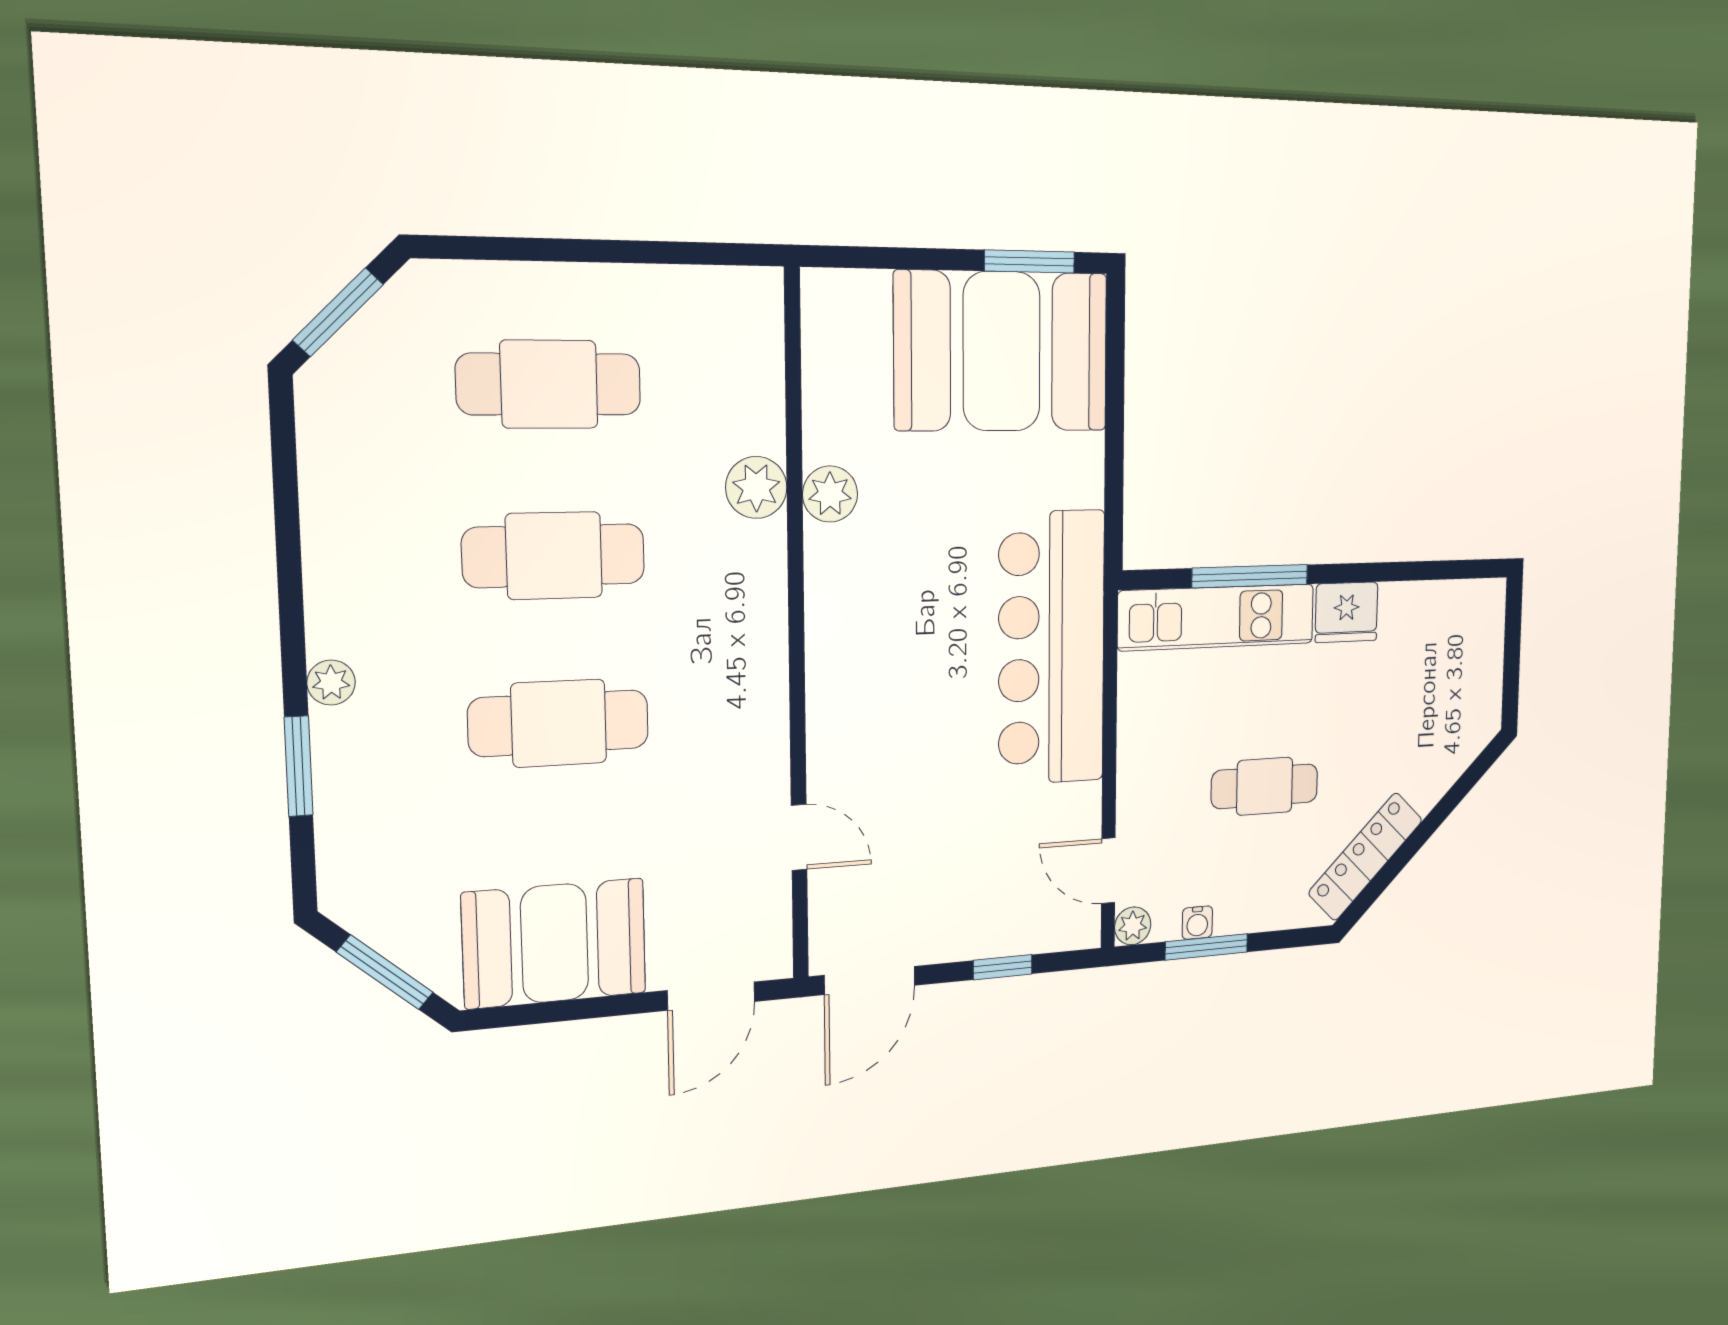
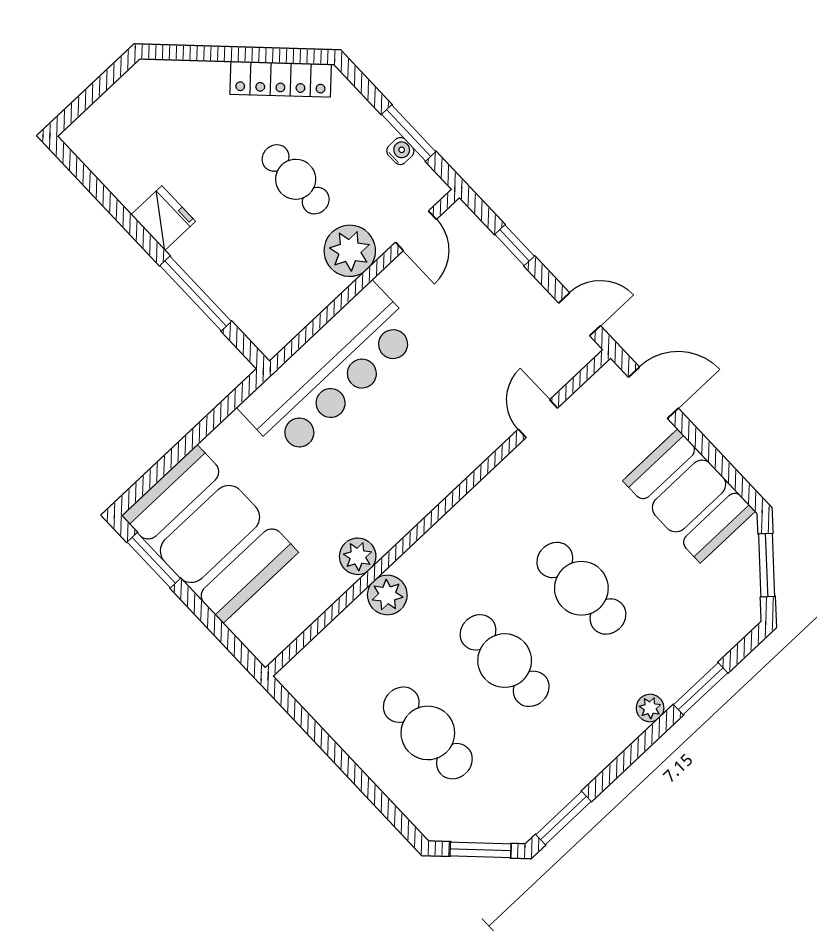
window: (284, 453) -> (564, 818), added
kitchen unit: (1217, 617) -> (233, 293), removed
plant: (1133, 926) -> (350, 251), moved, width x1.88, depth x1.88
door: (870, 980) -> (580, 314), width x0.73

